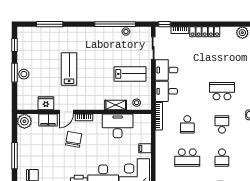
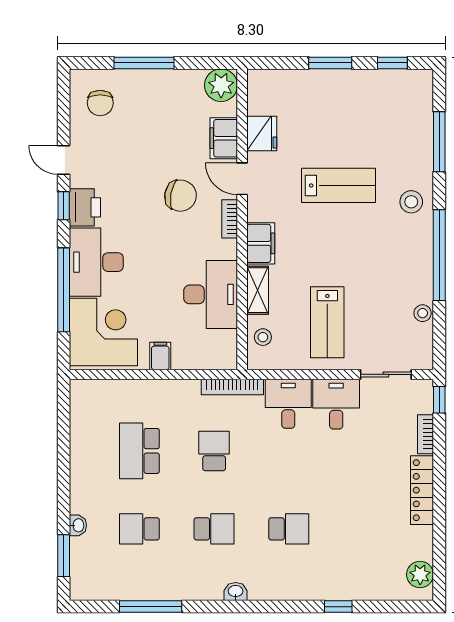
window: (115, 24) -> (439, 255), moved
stool: (24, 74) -> (411, 202), moved
school desk: (222, 91) -> (289, 529), width x0.54
filing cabinet: (95, 104) -> (261, 243), added
school desk: (187, 124) -> (214, 451), turned 90

